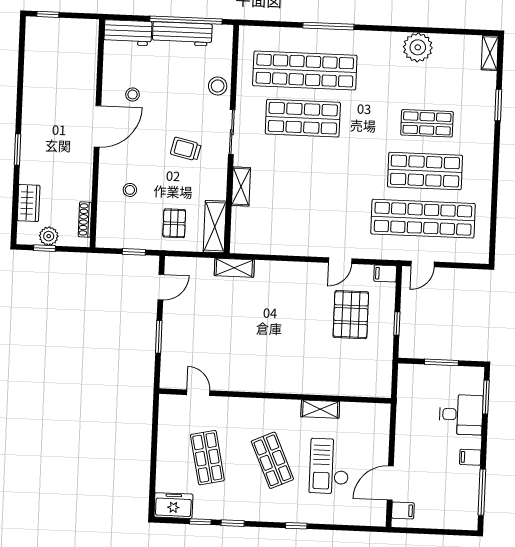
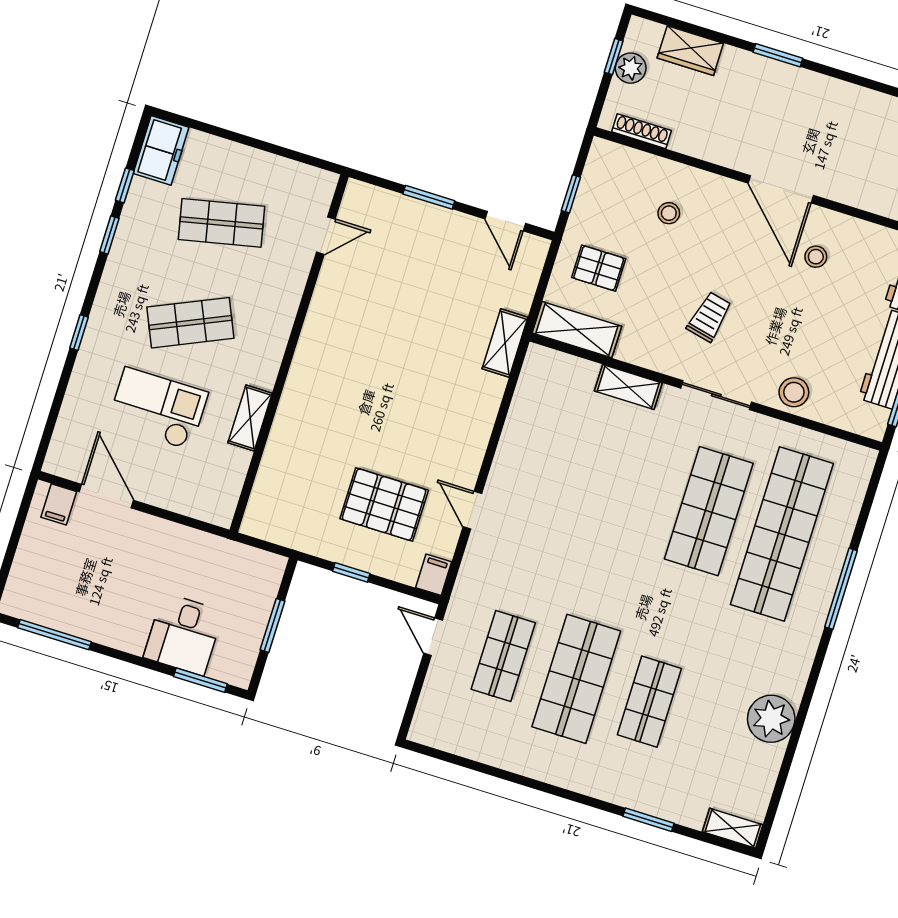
shop shelf: (423, 219) -> (503, 656), width x0.50, depth x0.74
filing cabinet: (470, 457) -> (114, 631), removed

